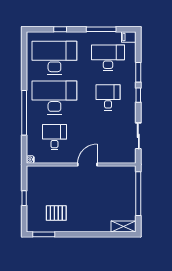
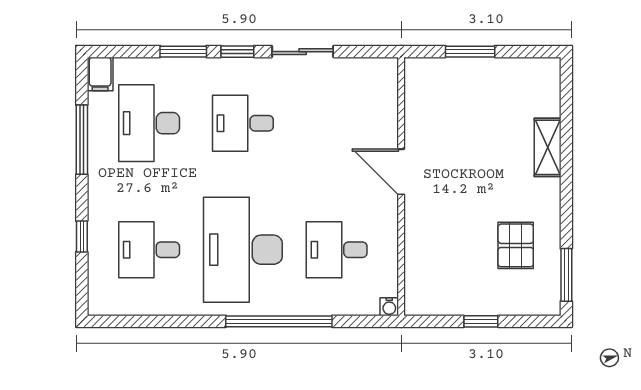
desk: (54, 58) -> (149, 250), width x0.53, depth x0.77
sliding door: (138, 136) -> (303, 52), moved
window: (138, 194) -> (470, 52), width x0.47
shelving: (124, 226) -> (548, 147), moved

